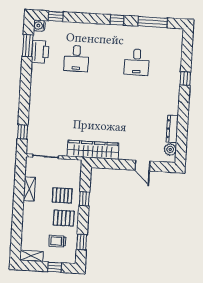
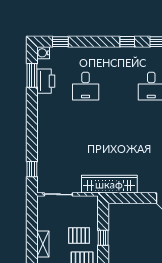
shelving: (29, 189) -> (43, 244), moved

